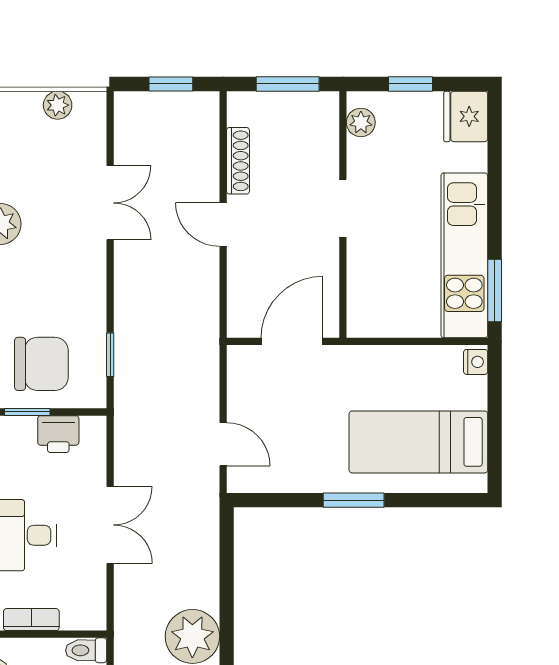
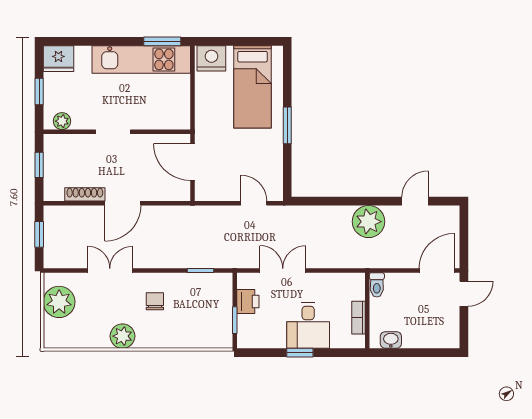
window: (288, 84) -> (39, 165), width x0.67
plant: (58, 105) -> (59, 302), width x1.88, depth x1.88
door: (223, 225) -> (123, 203), width x1.38
nightstand: (476, 362) -> (211, 58), width x1.89, depth x1.79
chair: (41, 364) -> (155, 301), moved, width x0.54, depth x0.54
door: (223, 444) -> (254, 203), hinge flipped
double door: (110, 525) -> (283, 271), moved

